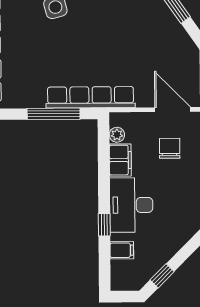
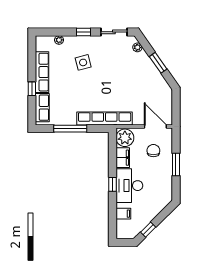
window: (54, 114) -> (70, 129), moved
plant: (117, 135) -> (125, 138), width x1.88, depth x1.88
window: (104, 225) -> (112, 184), moved

